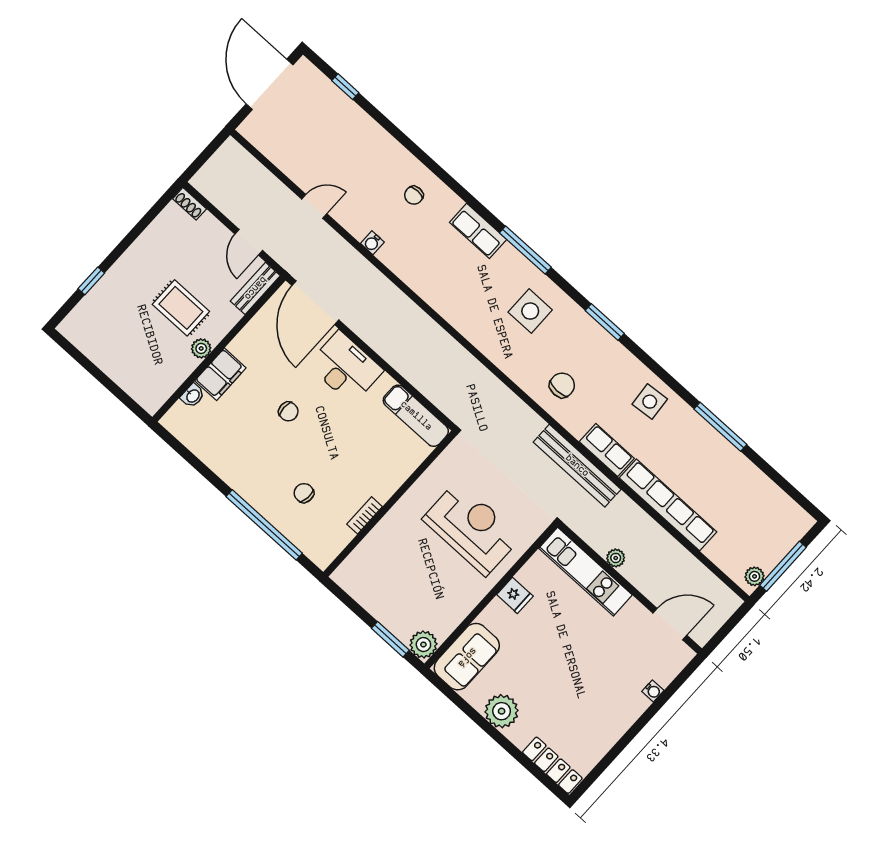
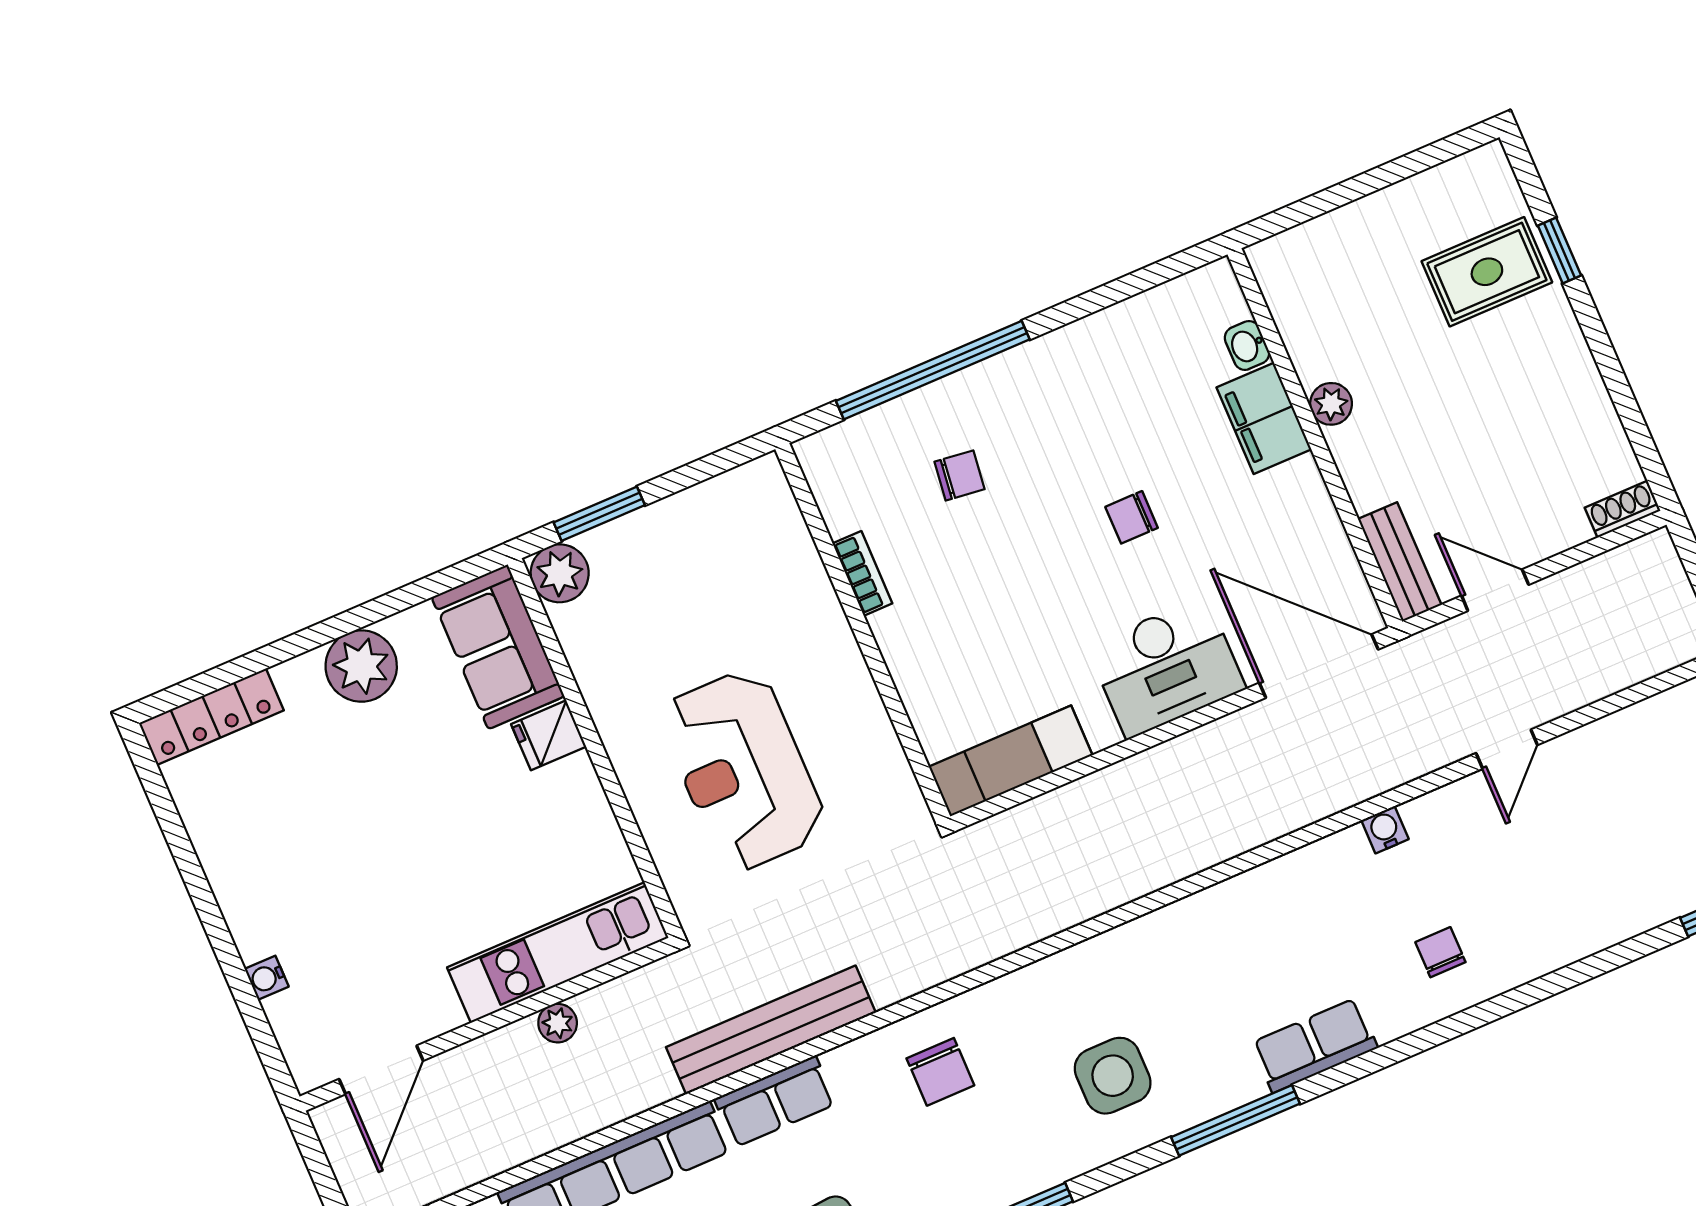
rug: (181, 308) -> (1487, 272), moved
reception desk: (472, 528) -> (743, 770), turned 90
fridge: (515, 595) -> (549, 735), moved

